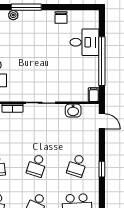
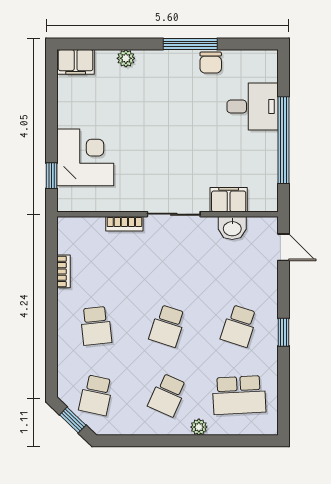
window: (26, 7) -> (190, 44), moved
filing cabinet: (94, 95) -> (229, 200), moved, width x2.00

